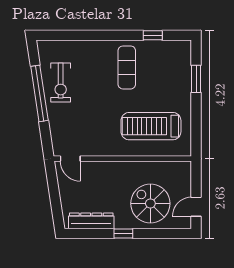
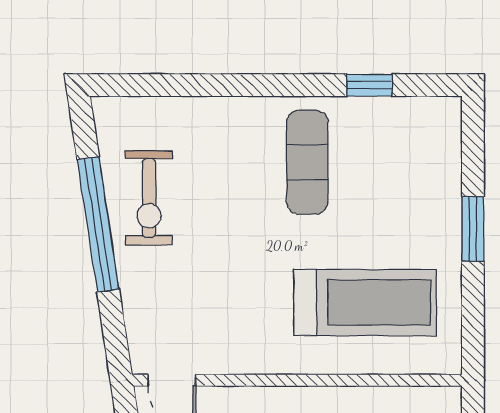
window: (196, 79) -> (473, 229), moved
treadmill: (151, 126) -> (365, 303), turned 180

